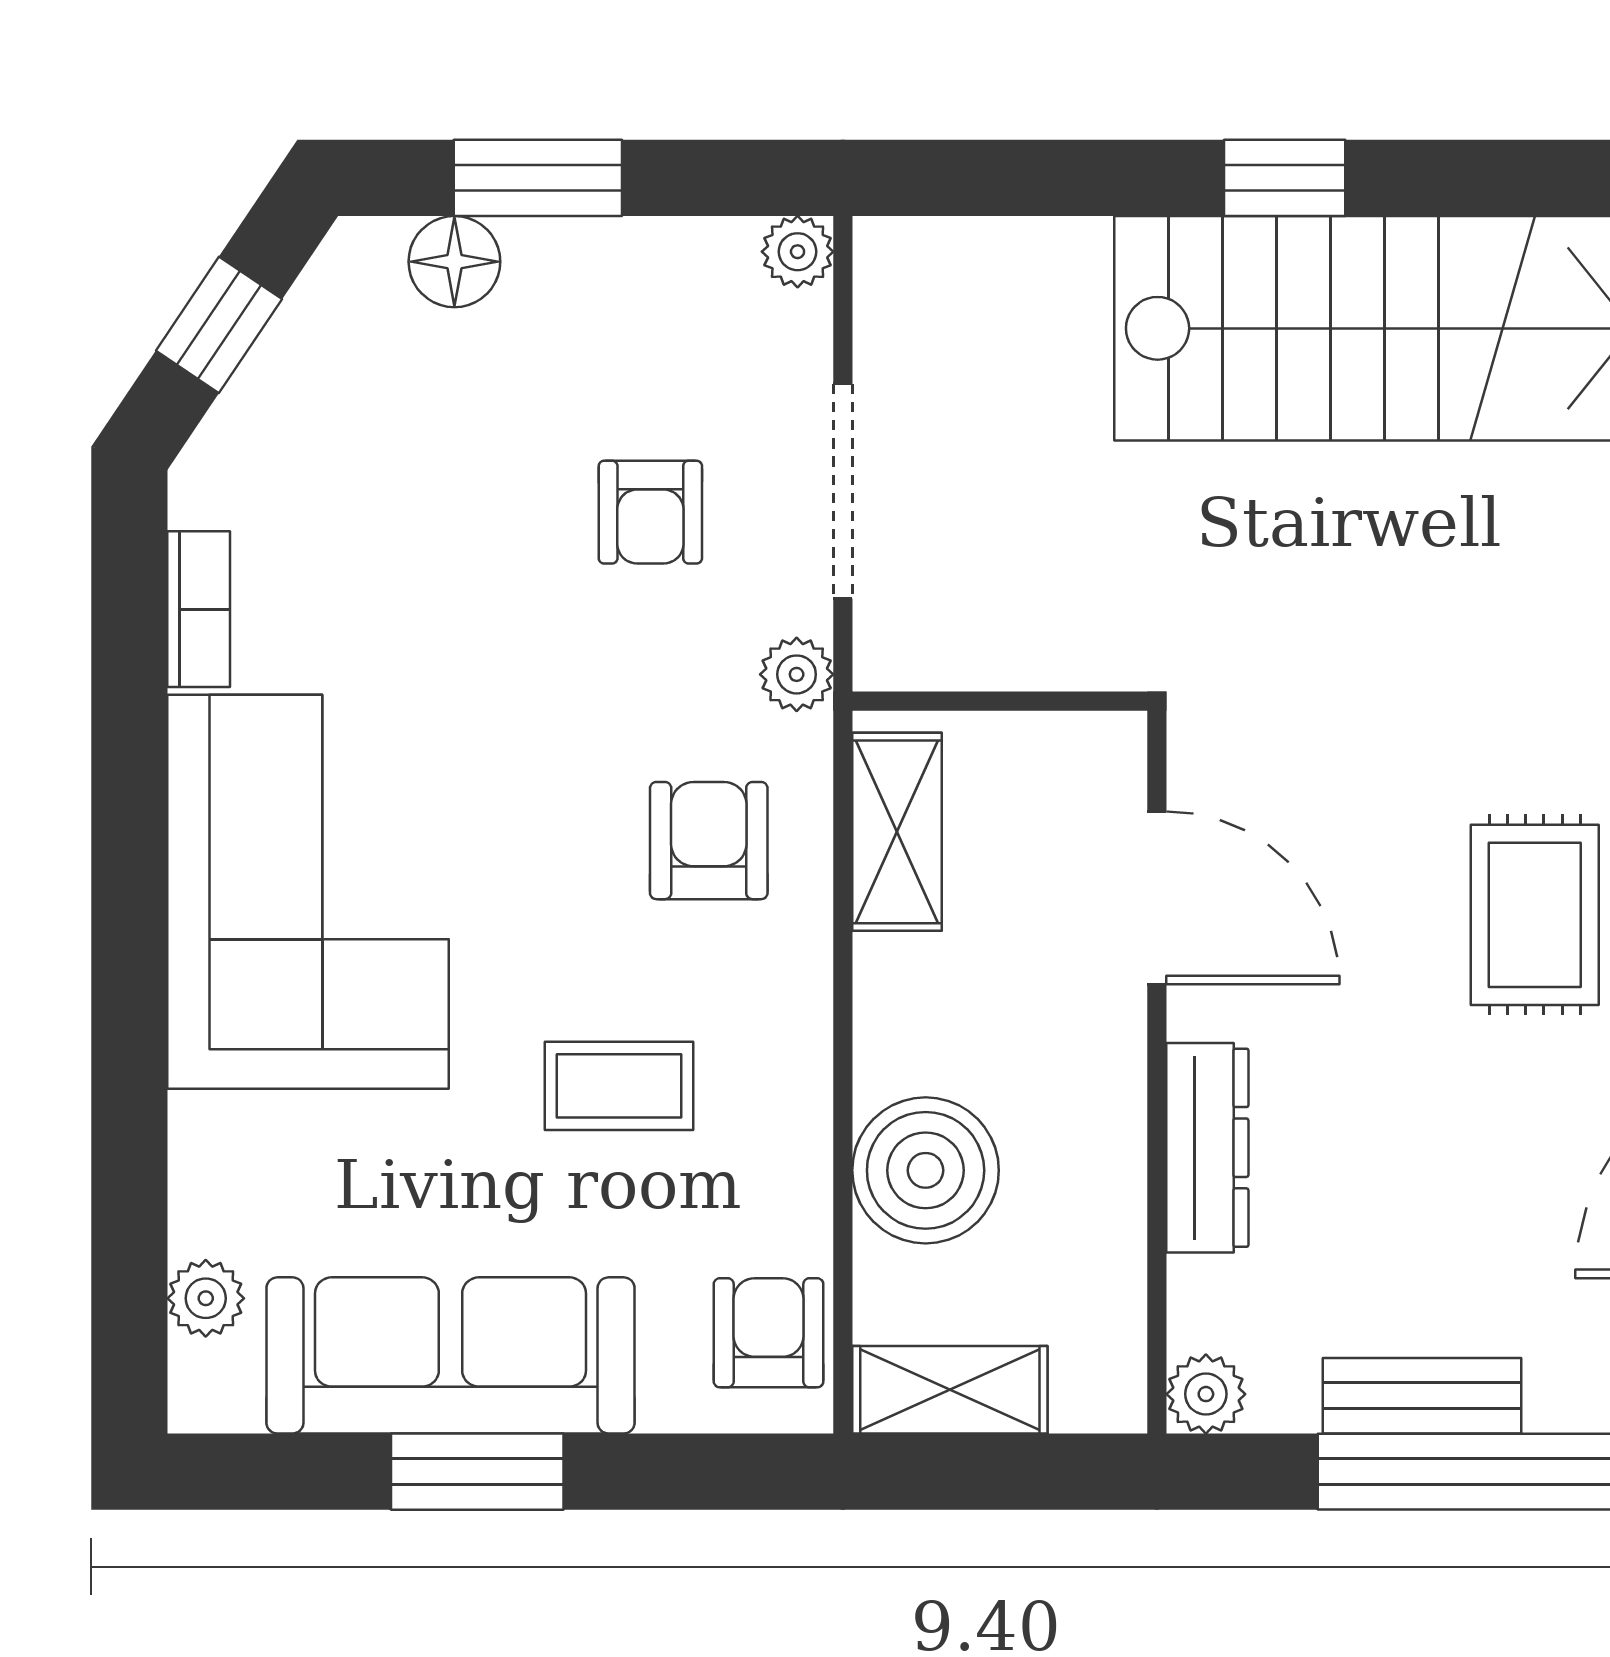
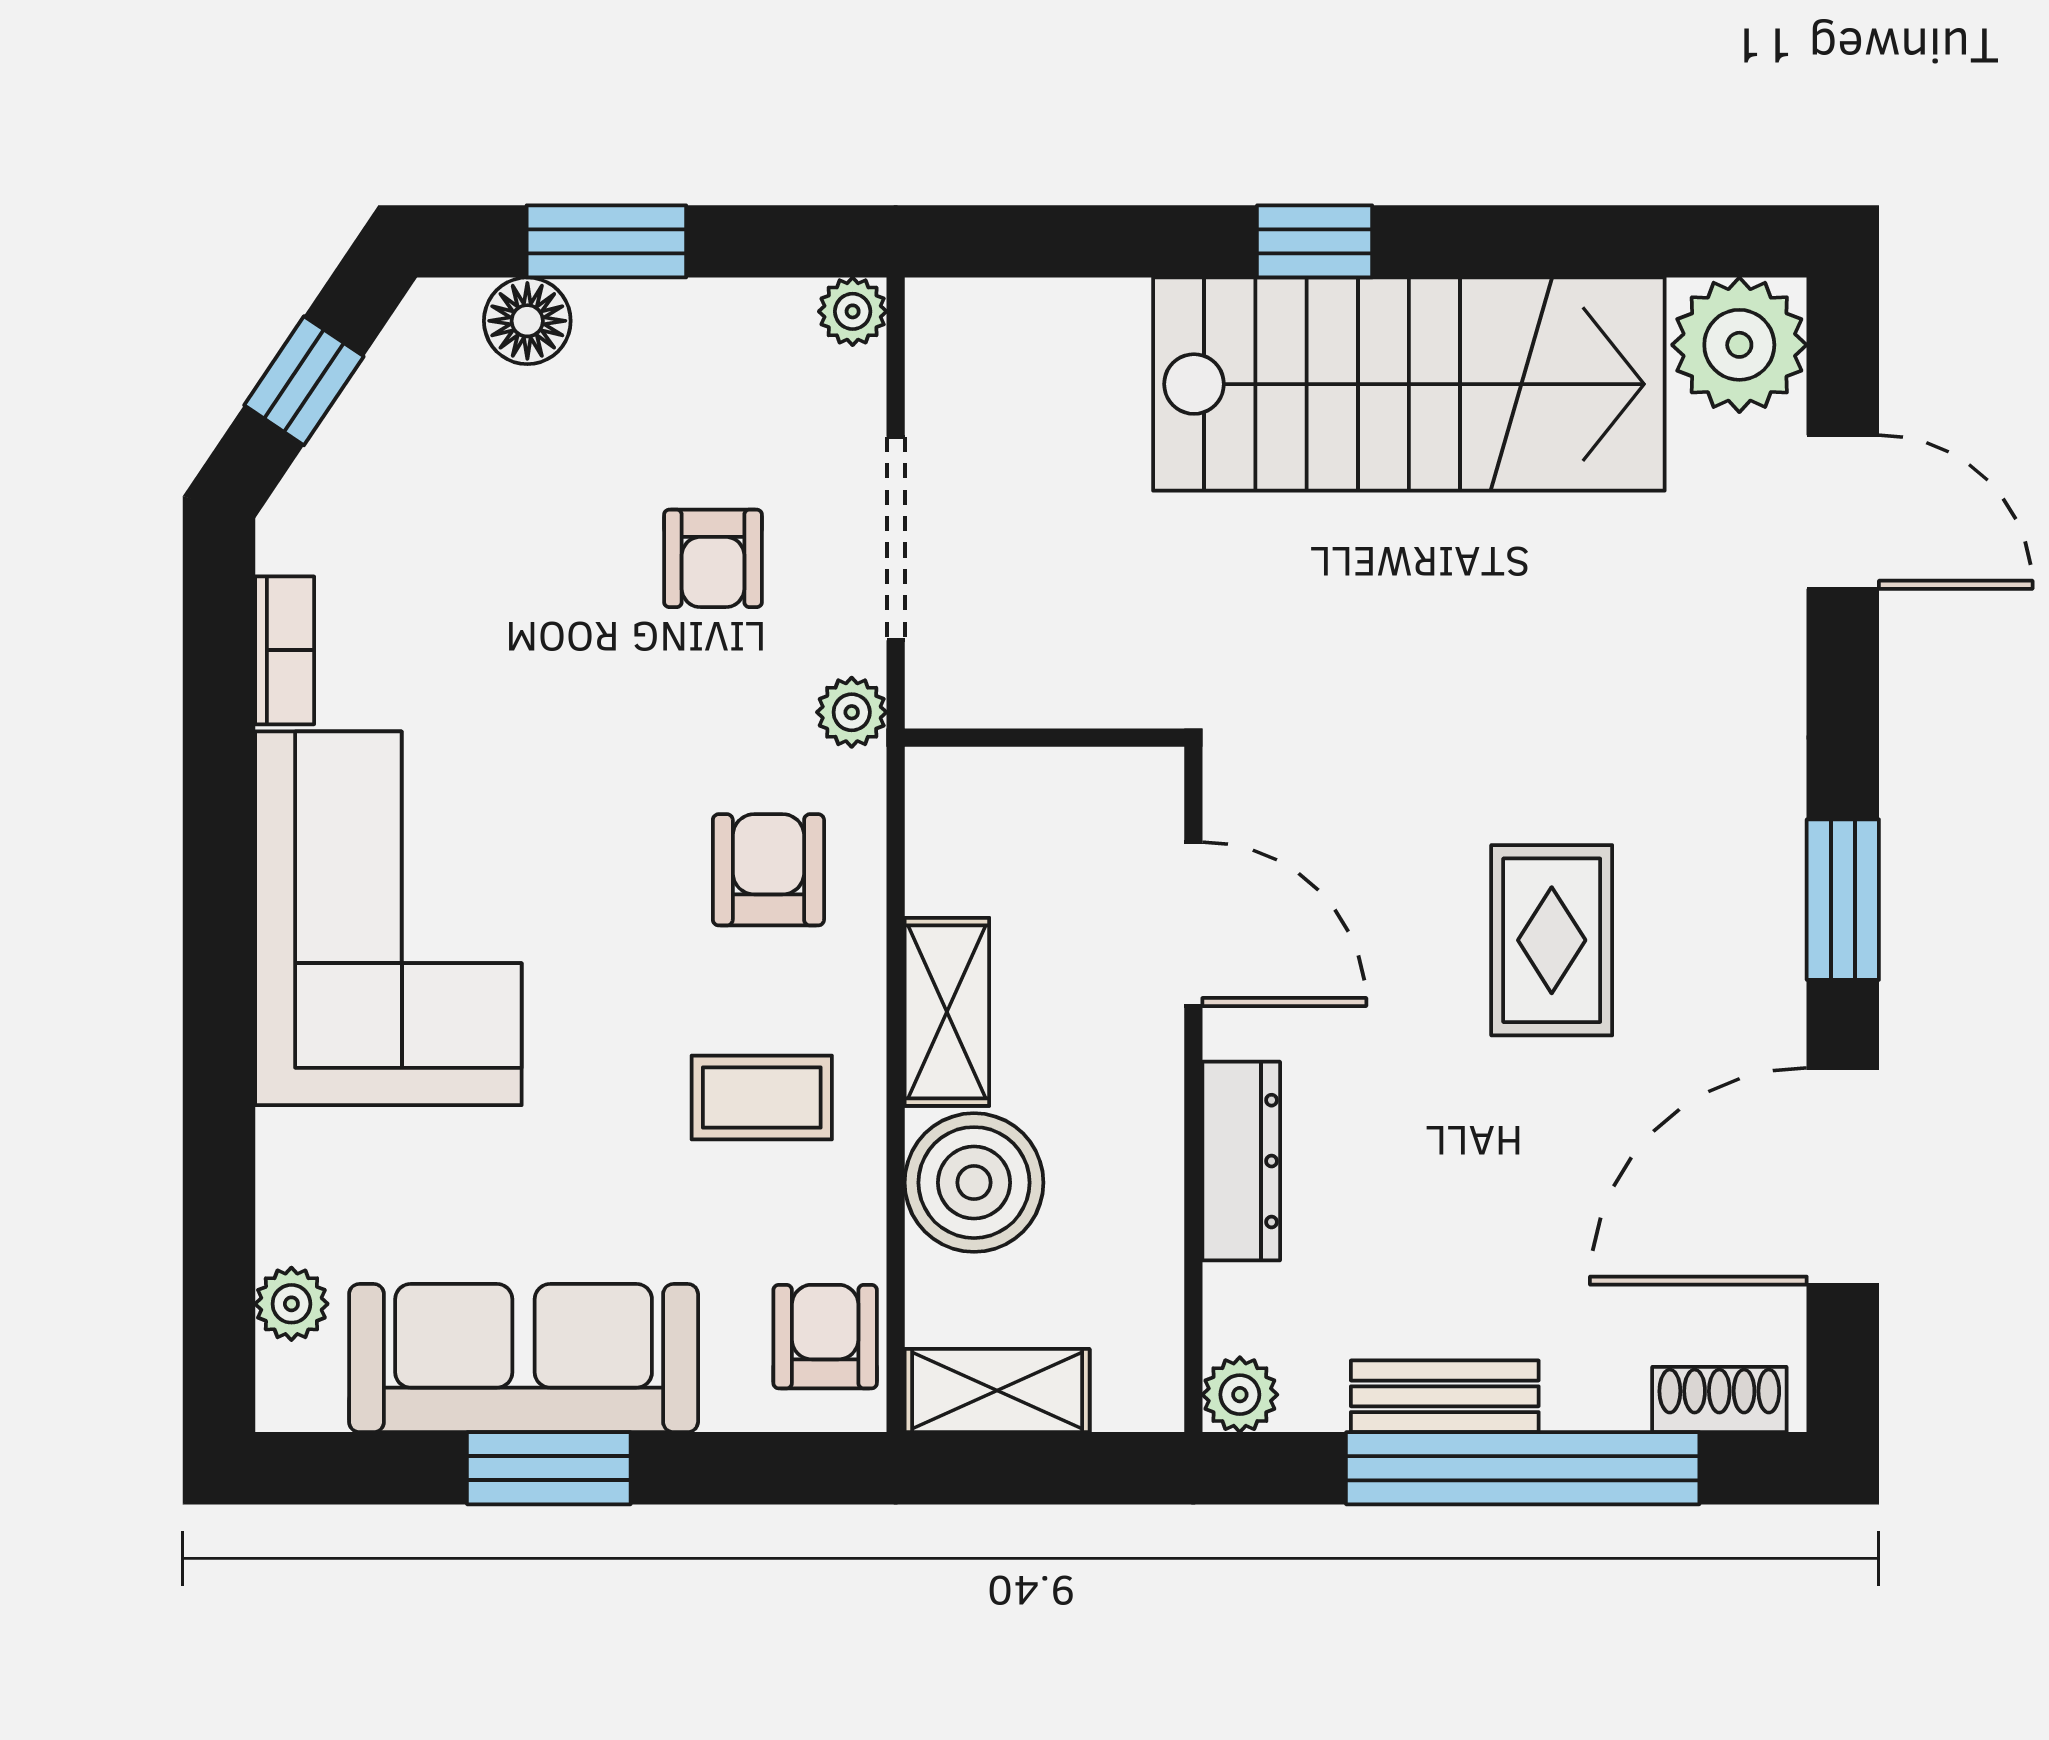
shelving: (897, 832) -> (947, 1012), moved
coffee table: (619, 1086) -> (762, 1097), moved

